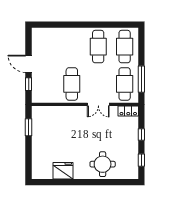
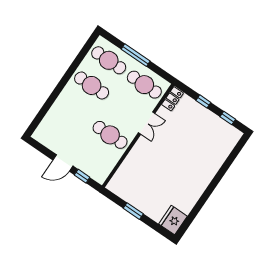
window: (141, 79) -> (136, 55), moved
window: (29, 127) -> (133, 211), moved
round table: (103, 164) -> (206, 158), removed
fridge: (63, 171) -> (173, 220), moved

